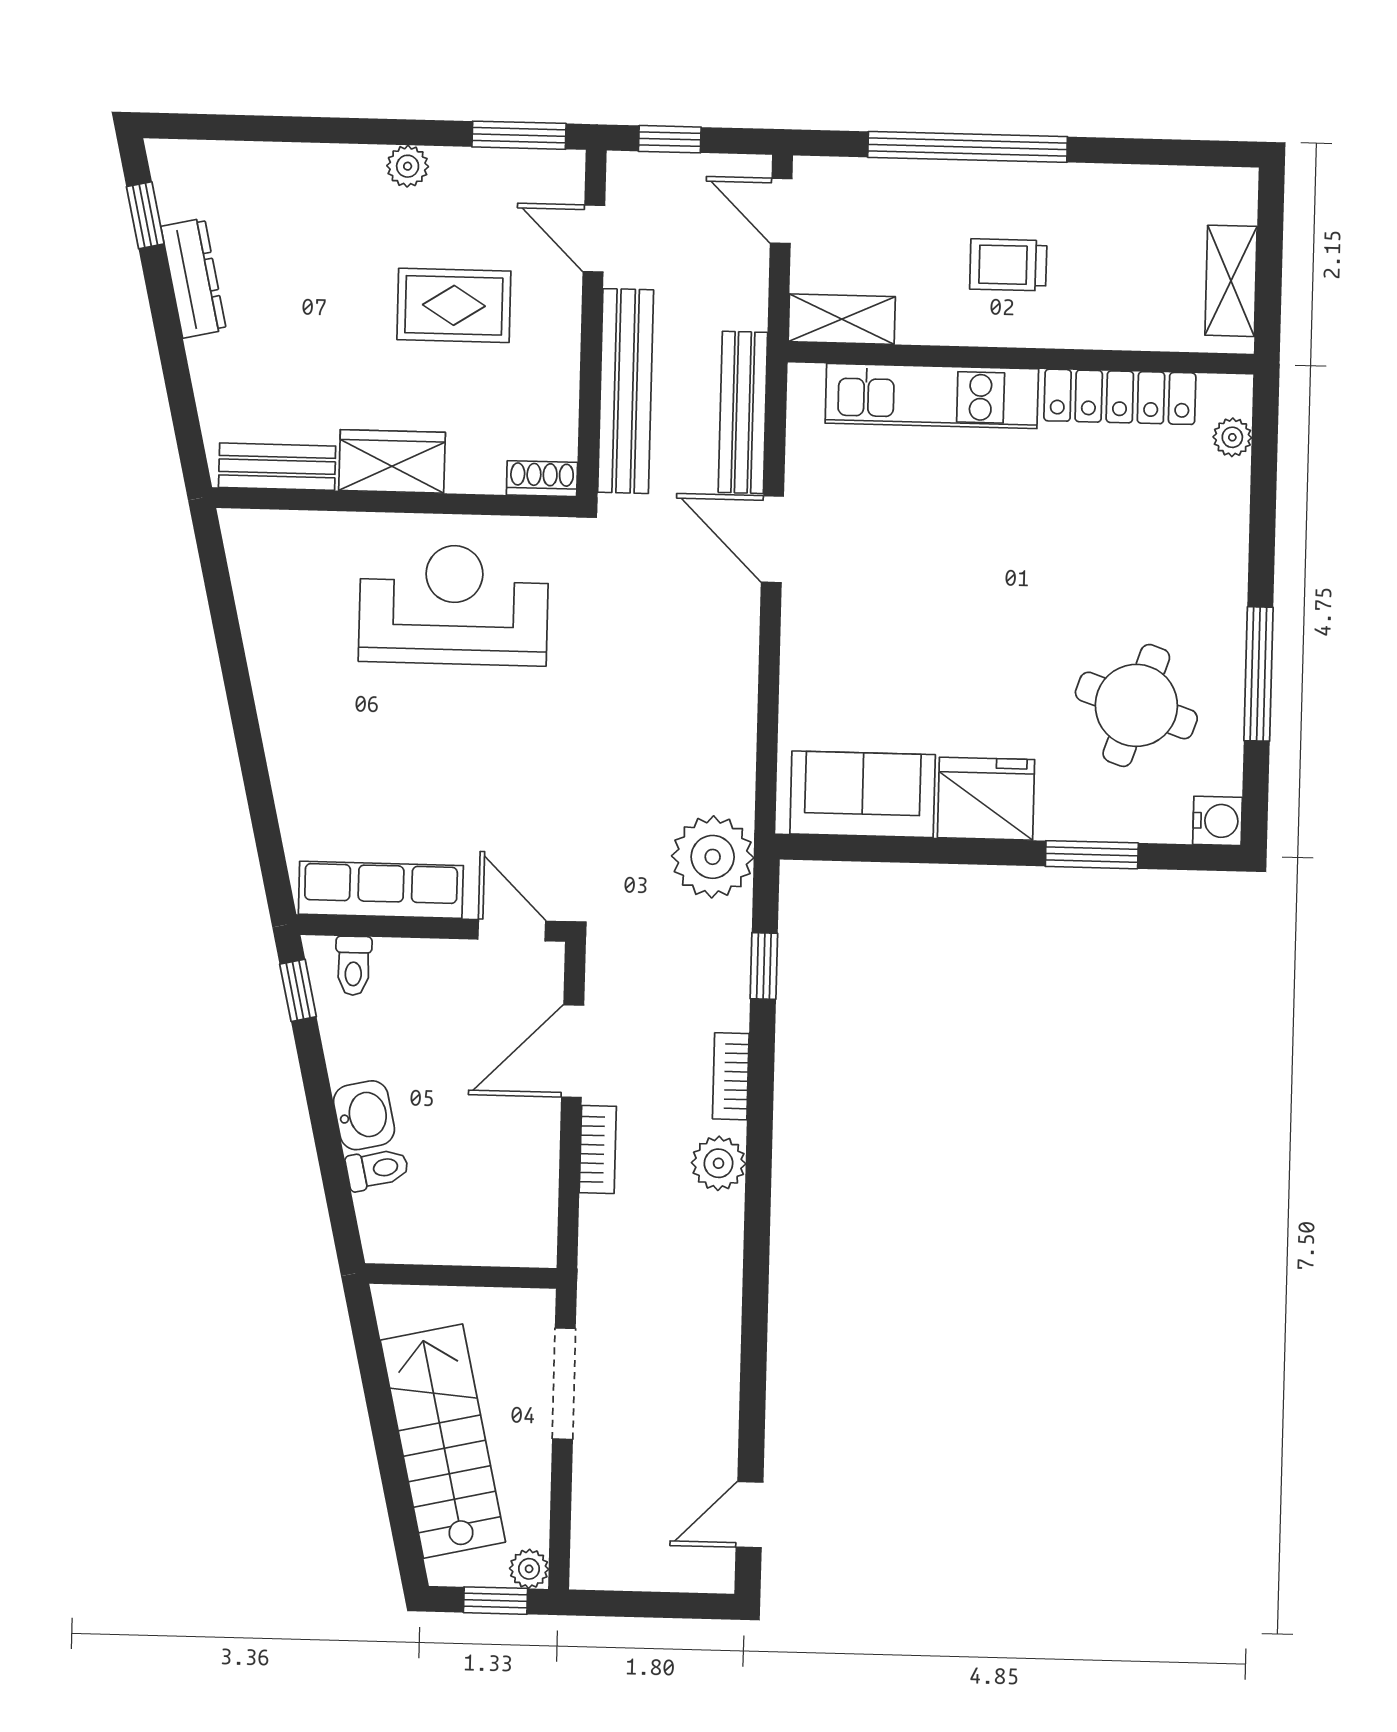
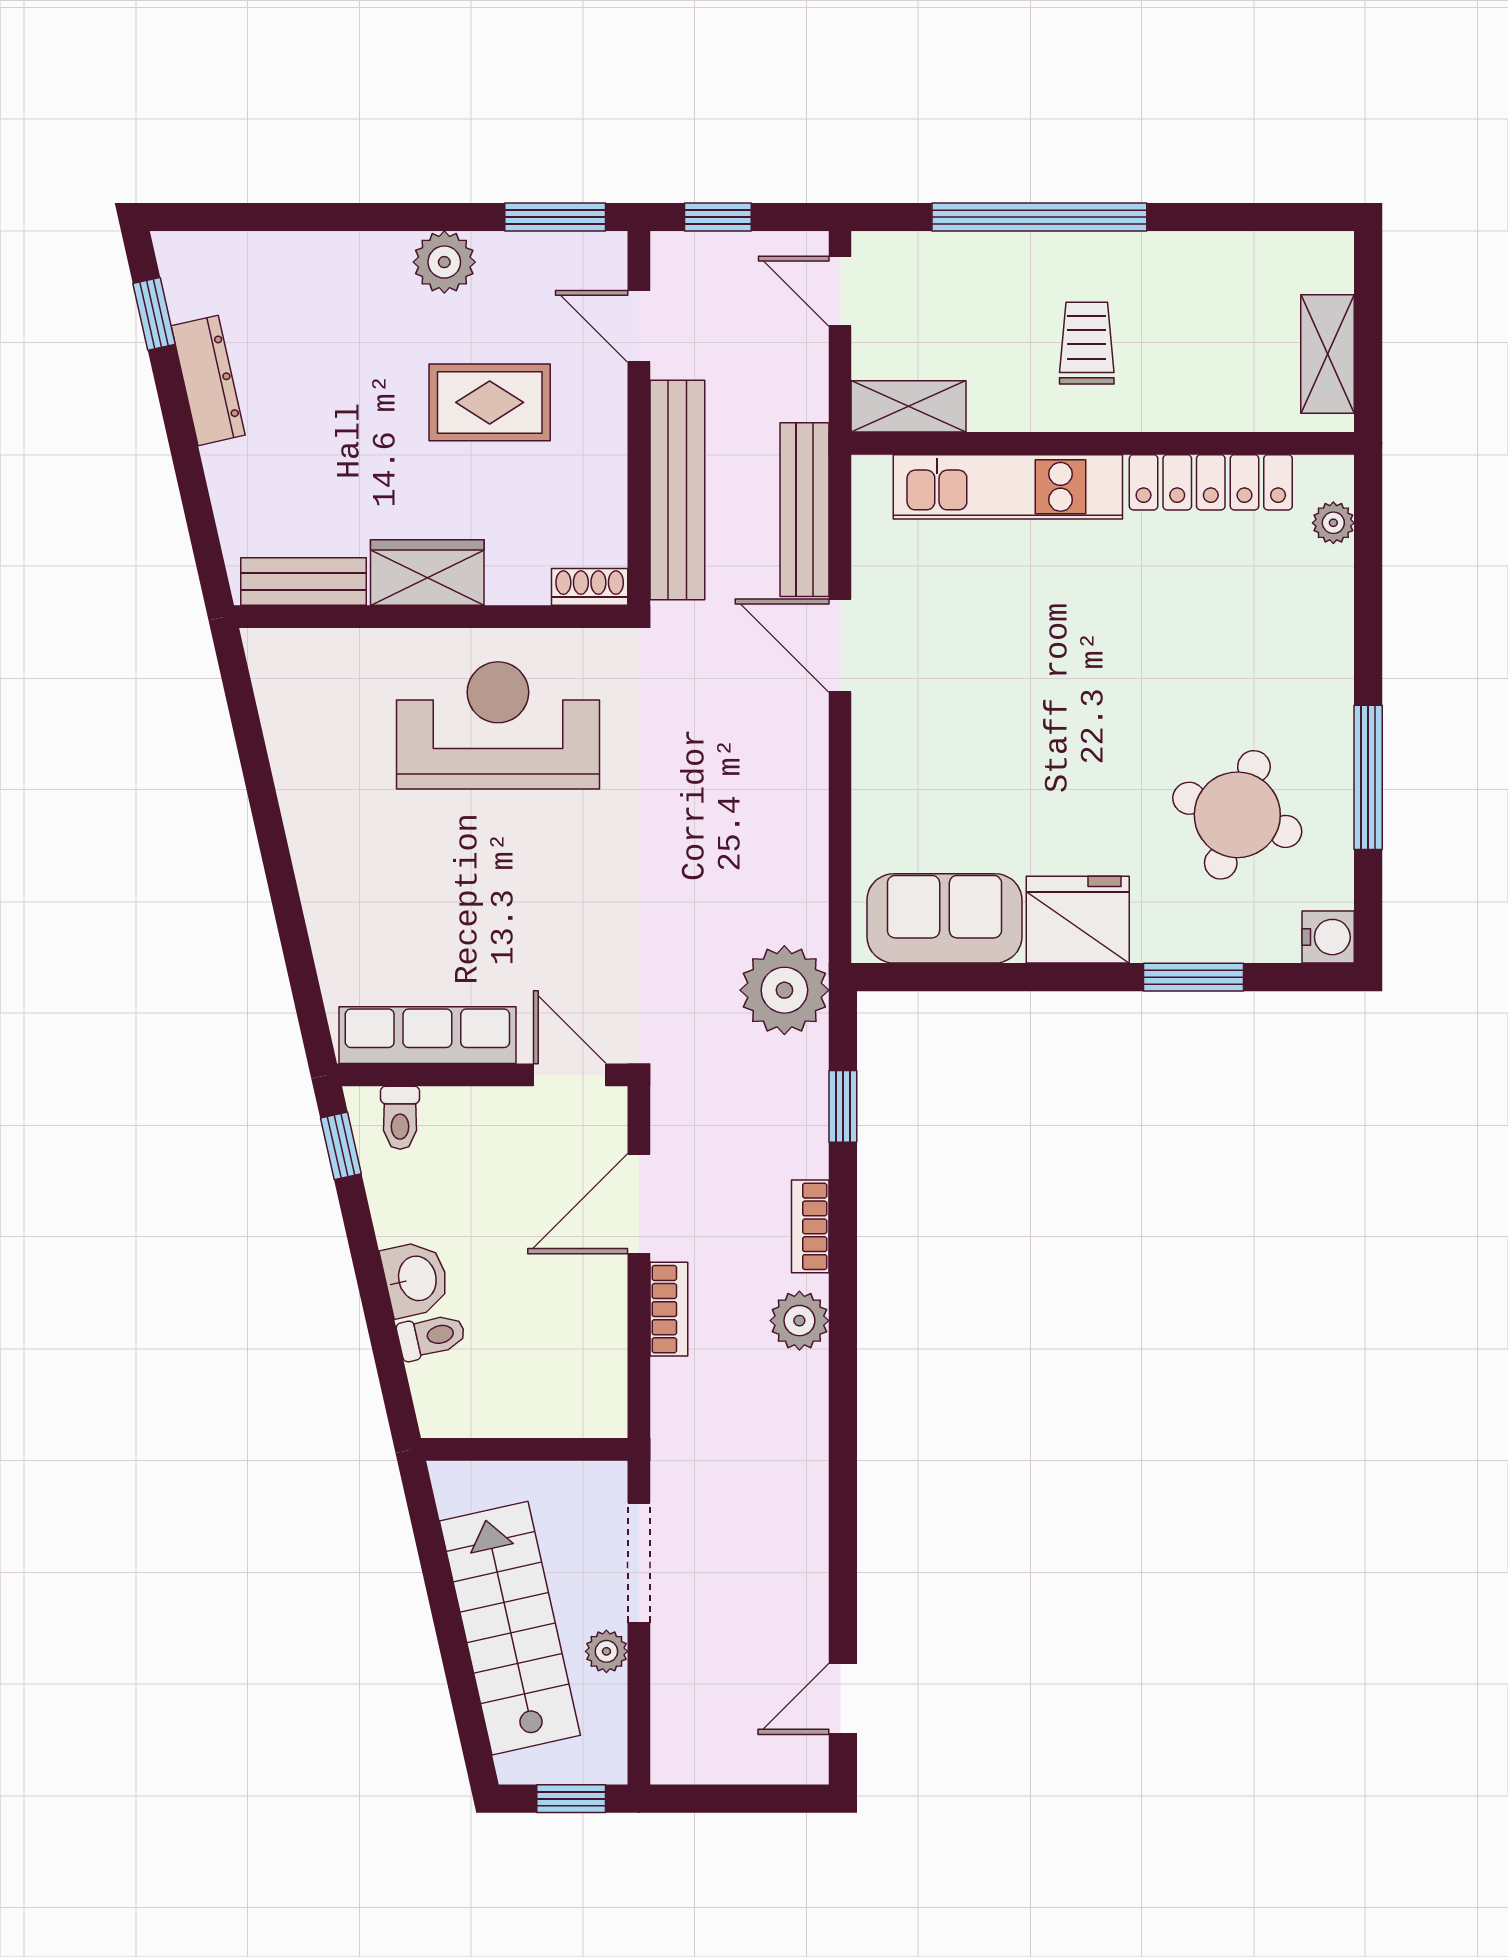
plant: (408, 166) -> (444, 262), width x1.38, depth x1.38
trolley: (1008, 265) -> (1087, 343), turned 90
plant: (529, 1569) -> (606, 1651), moved

